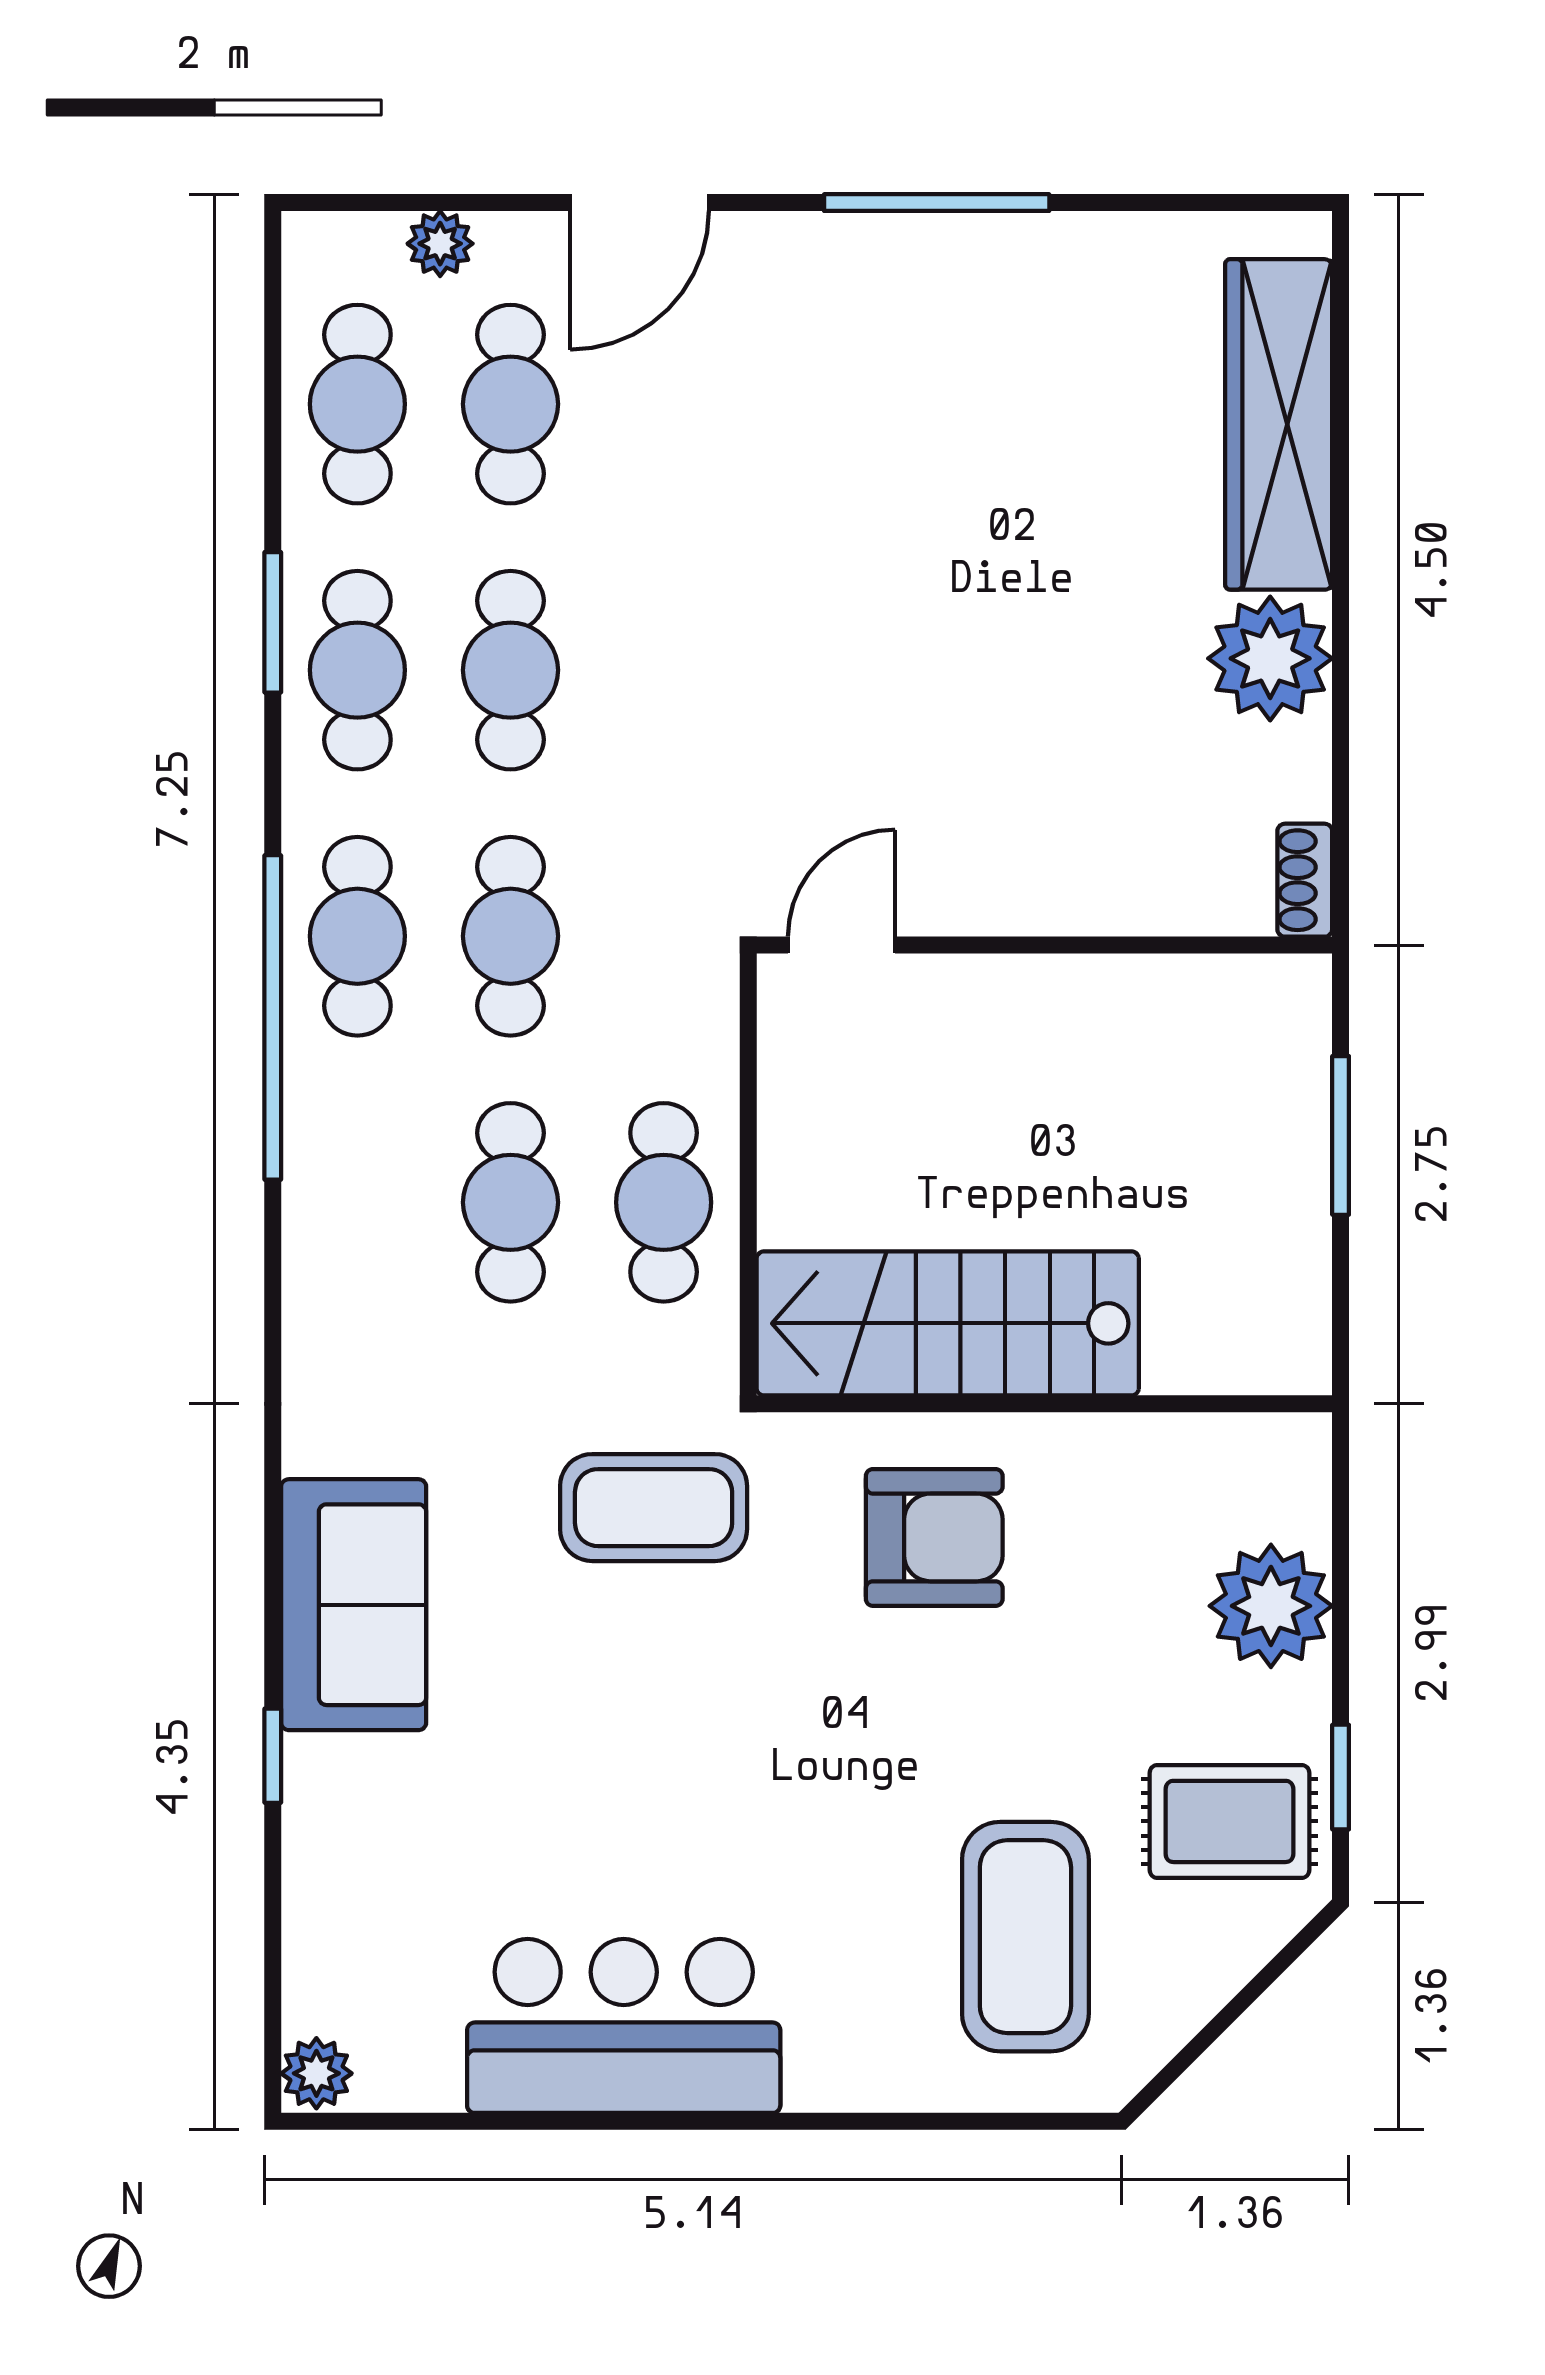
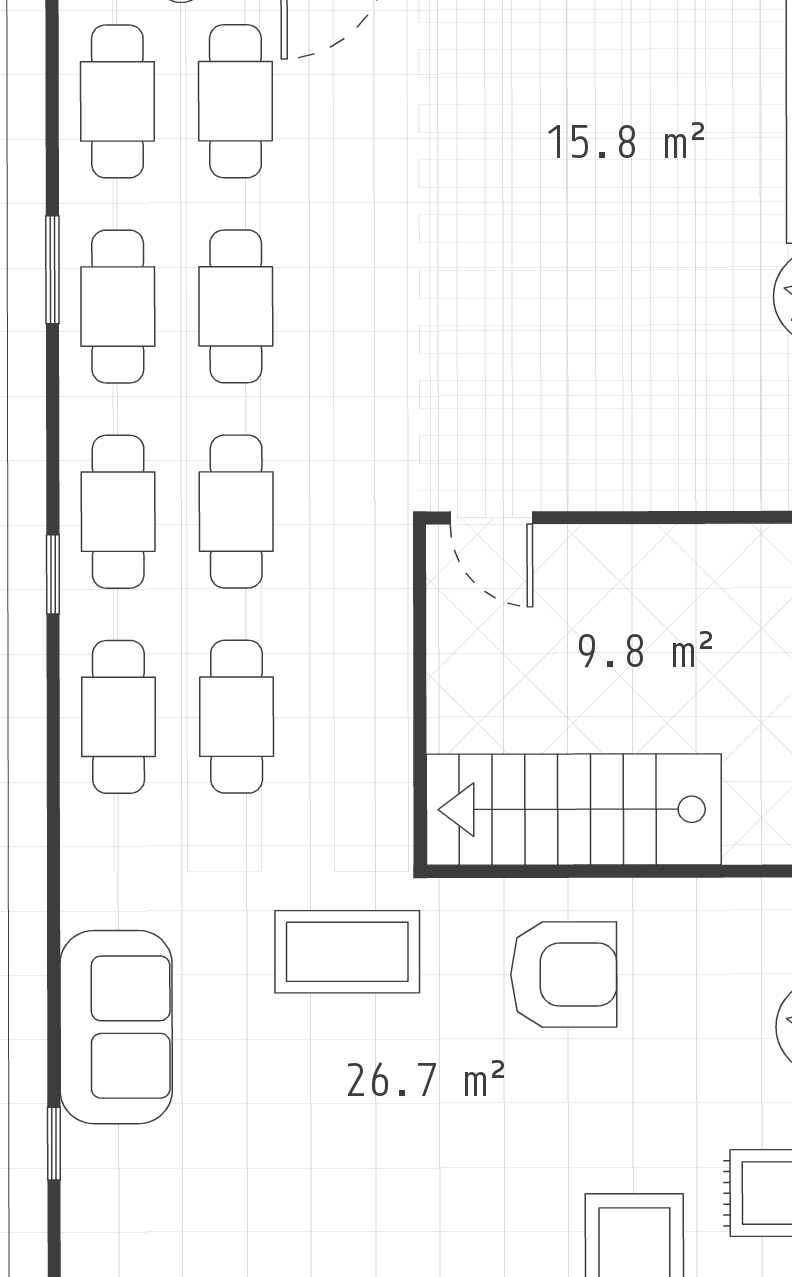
door: (842, 945) -> (491, 518), swing flipped
window: (273, 1017) -> (53, 574), width x0.32
cafe table: (664, 1202) -> (118, 717), moved

